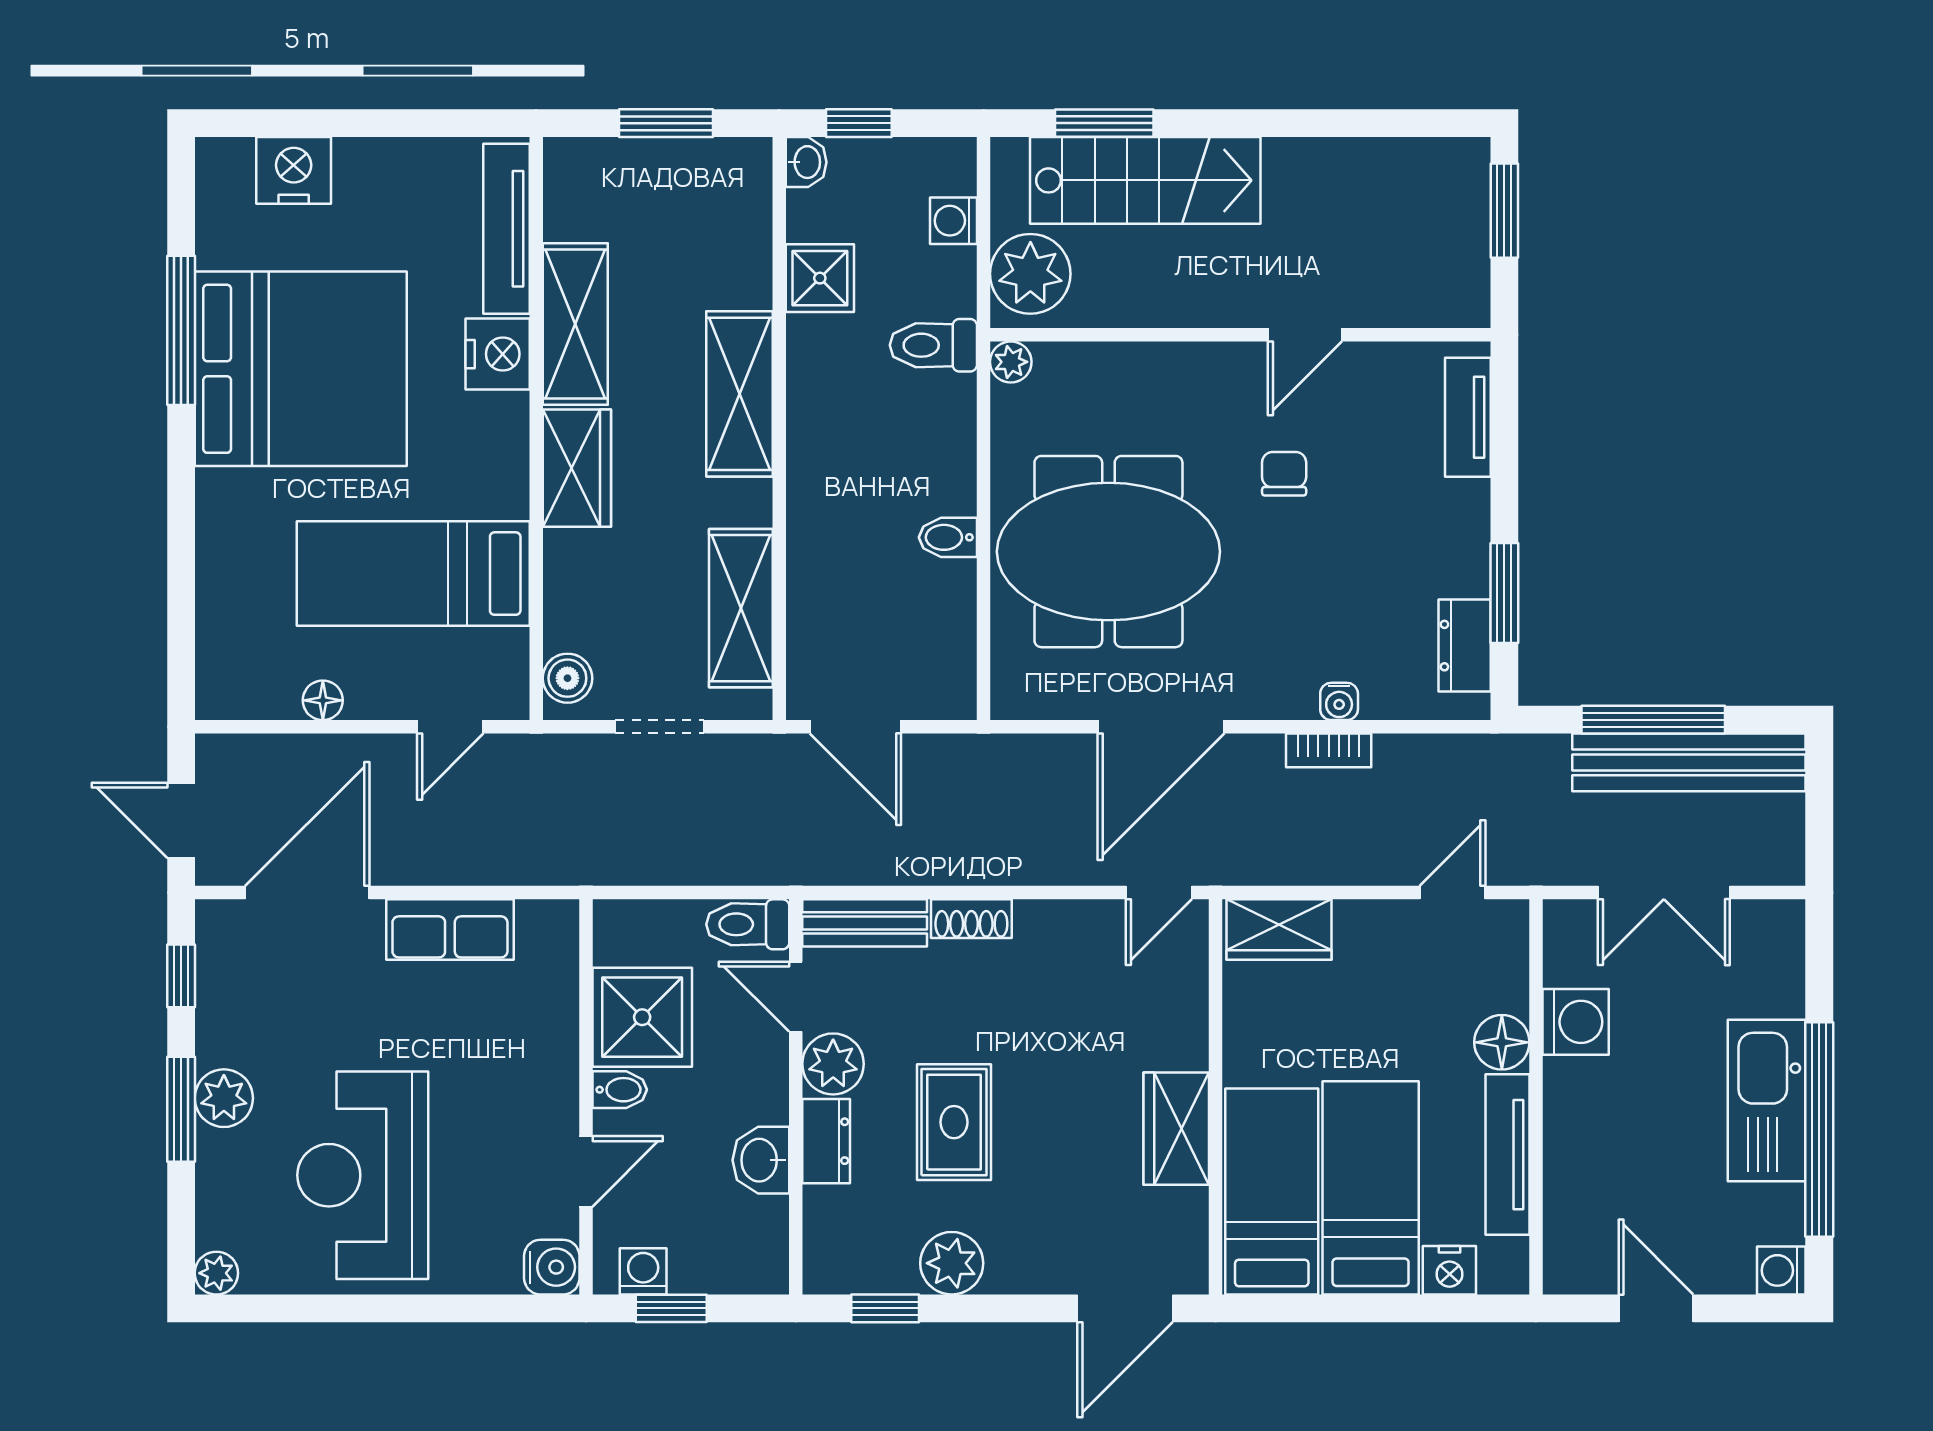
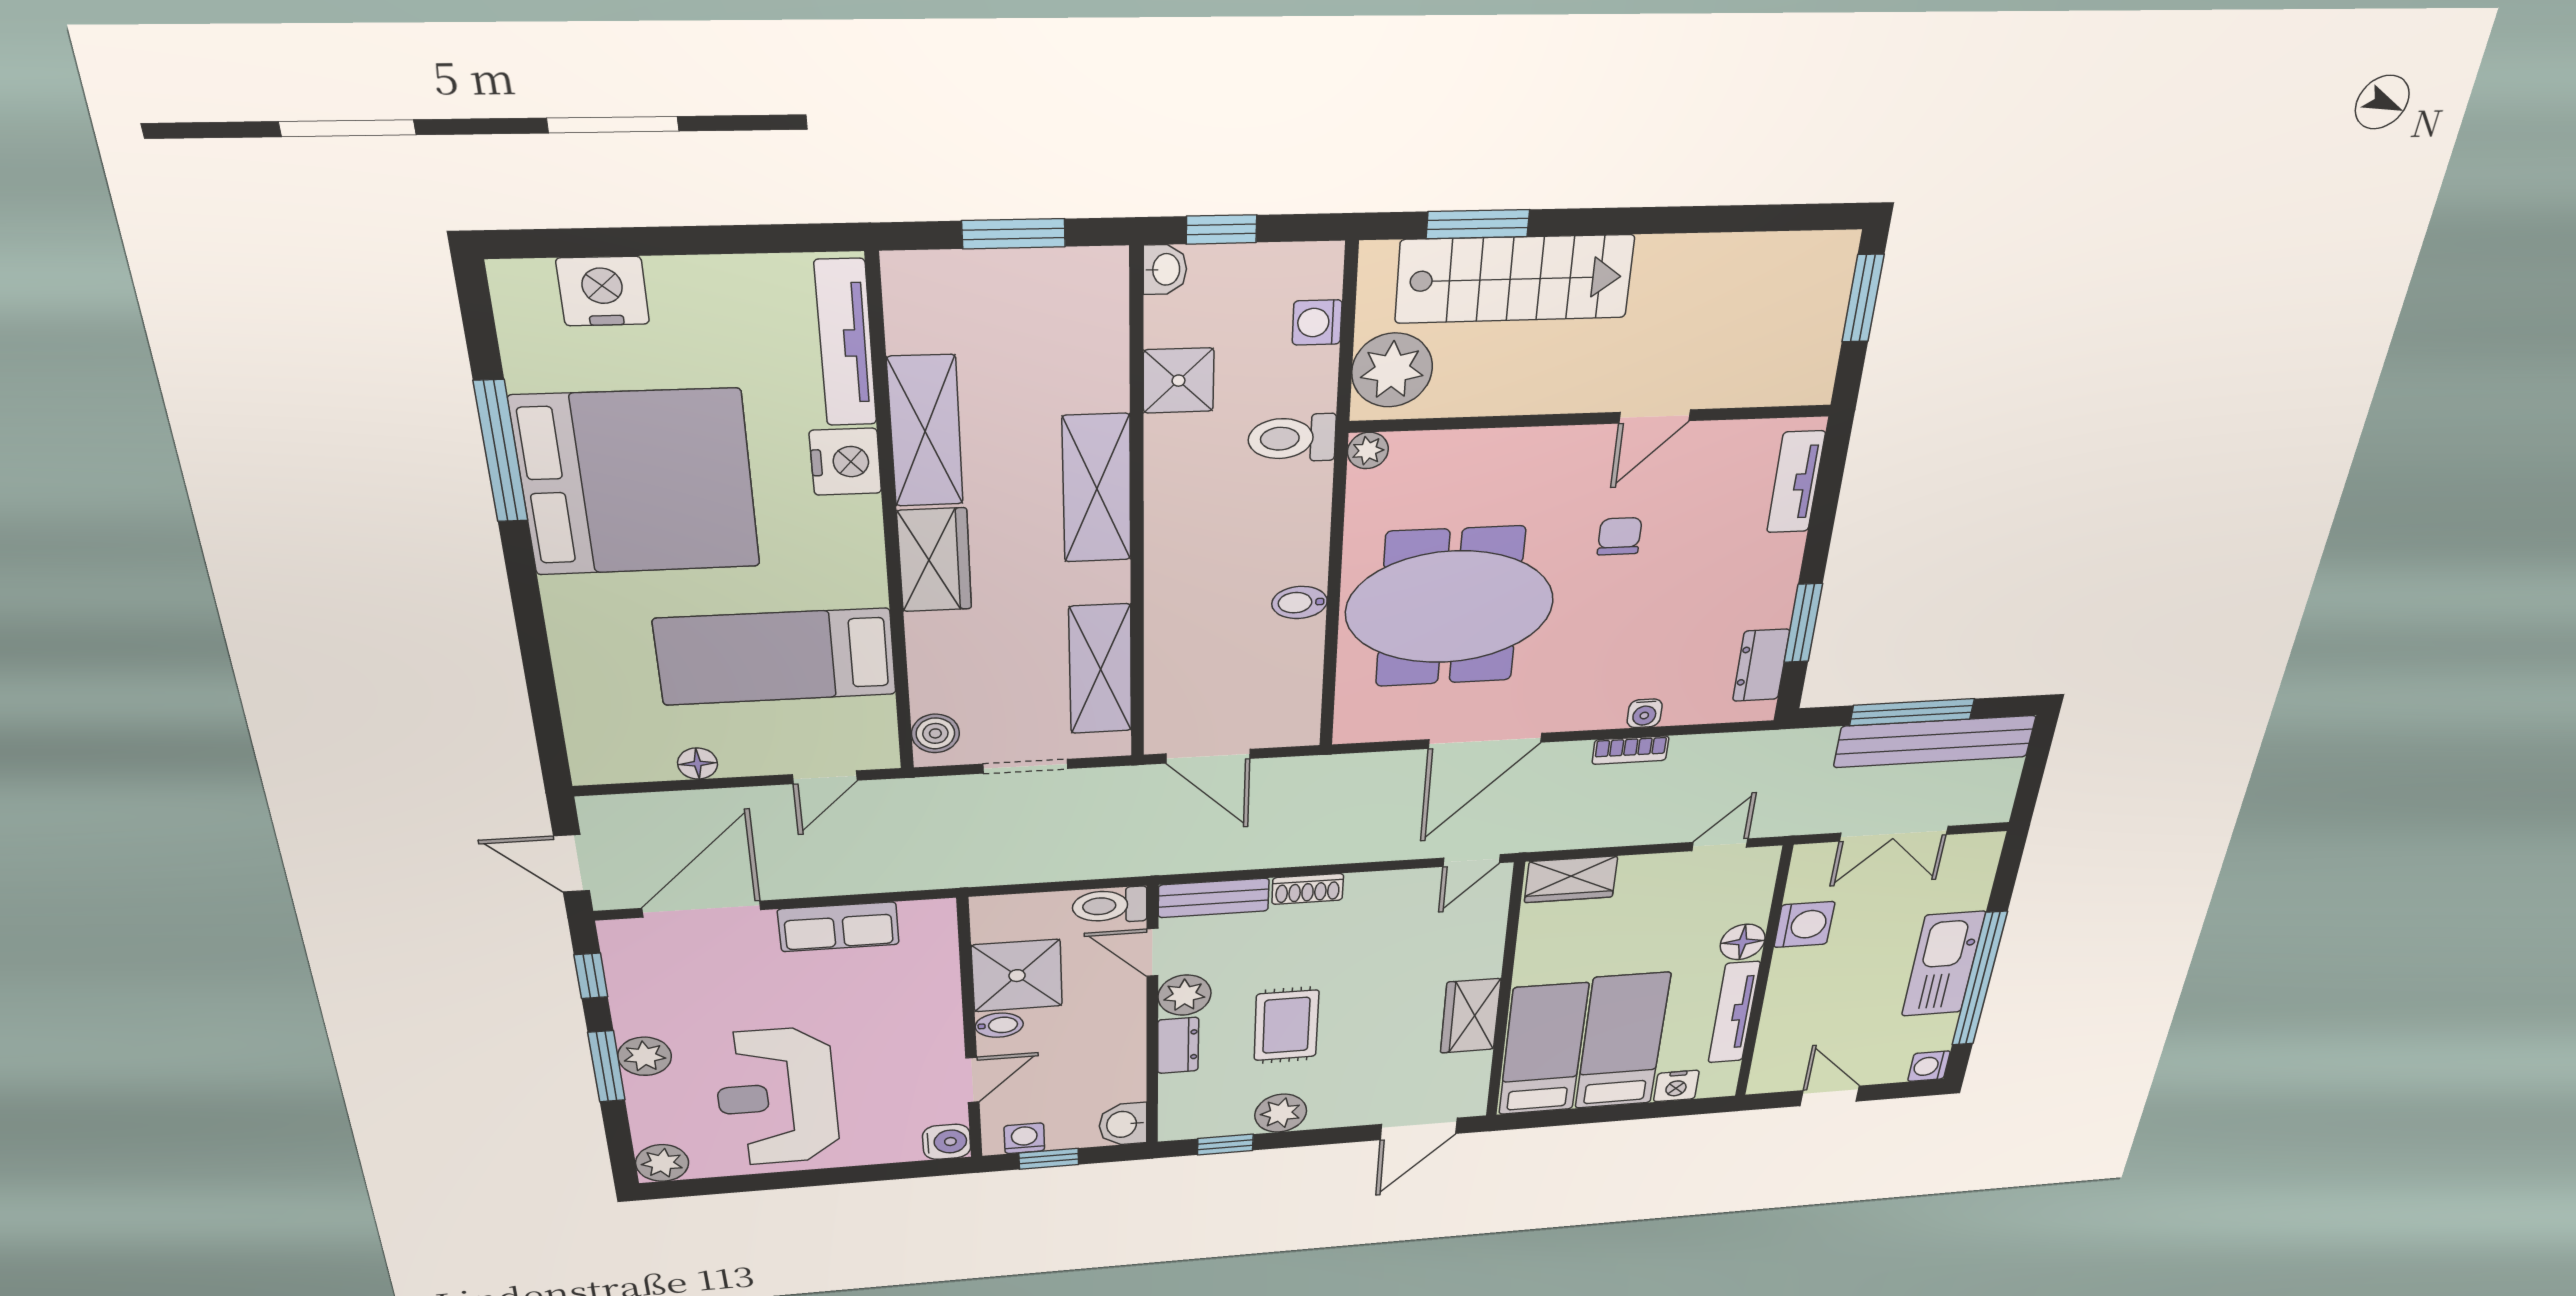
washbasin: (761, 1160) -> (1123, 1124), moved
plant: (216, 1273) -> (662, 1163), width x1.38, depth x1.38

